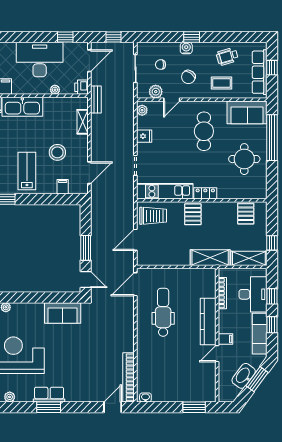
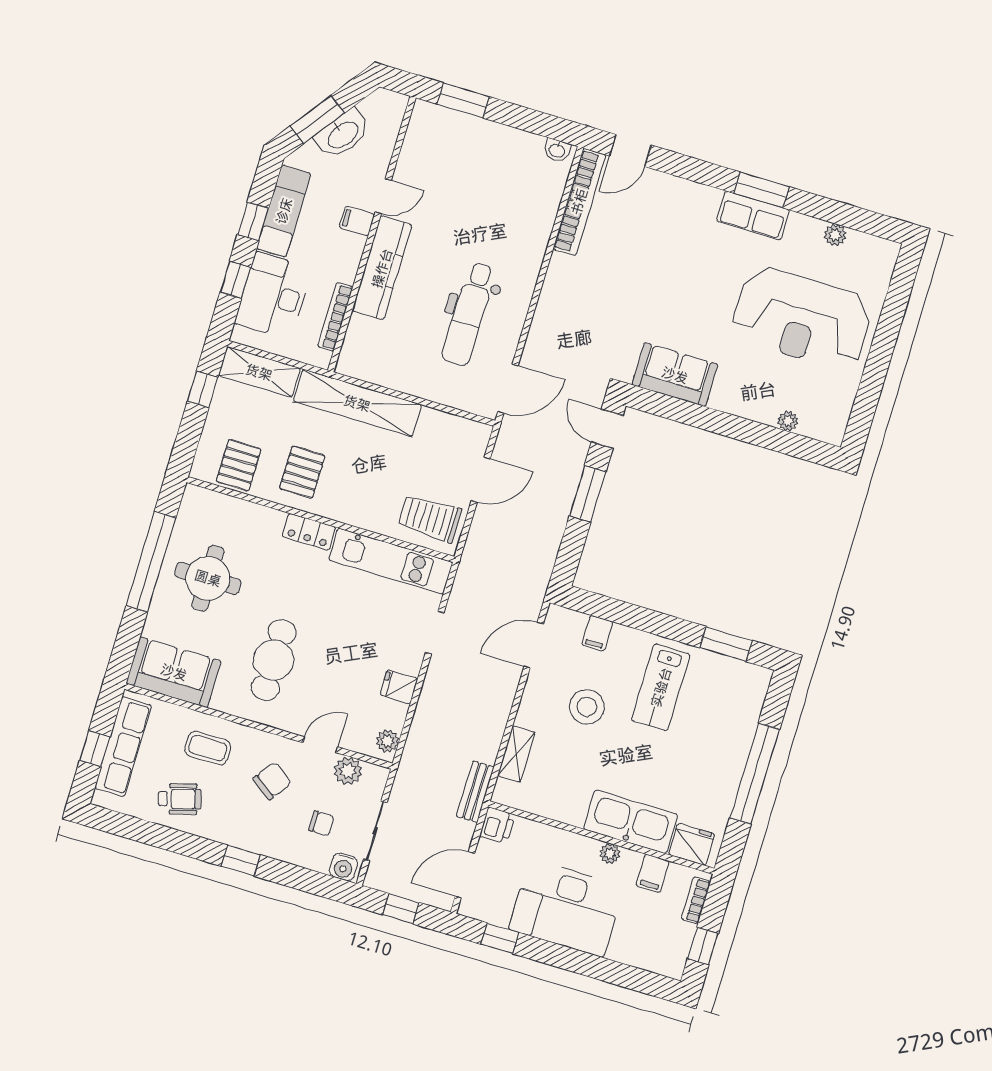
water cooler: (186, 48) -> (344, 867), moved
plant: (55, 90) -> (610, 854), moved
window: (272, 138) -> (151, 562), moved
pallet: (193, 214) -> (302, 472), moved
shelving: (210, 258) -> (357, 403), width x1.47

